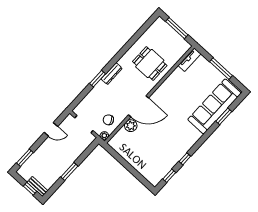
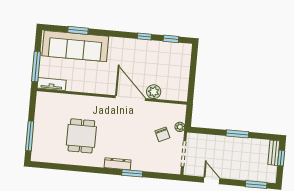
tv unit: (189, 60) -> (52, 84), moved
wall: (149, 95) -> (112, 96), moved
door: (138, 106) -> (130, 98), moved
plant: (131, 126) -> (154, 92), moved

